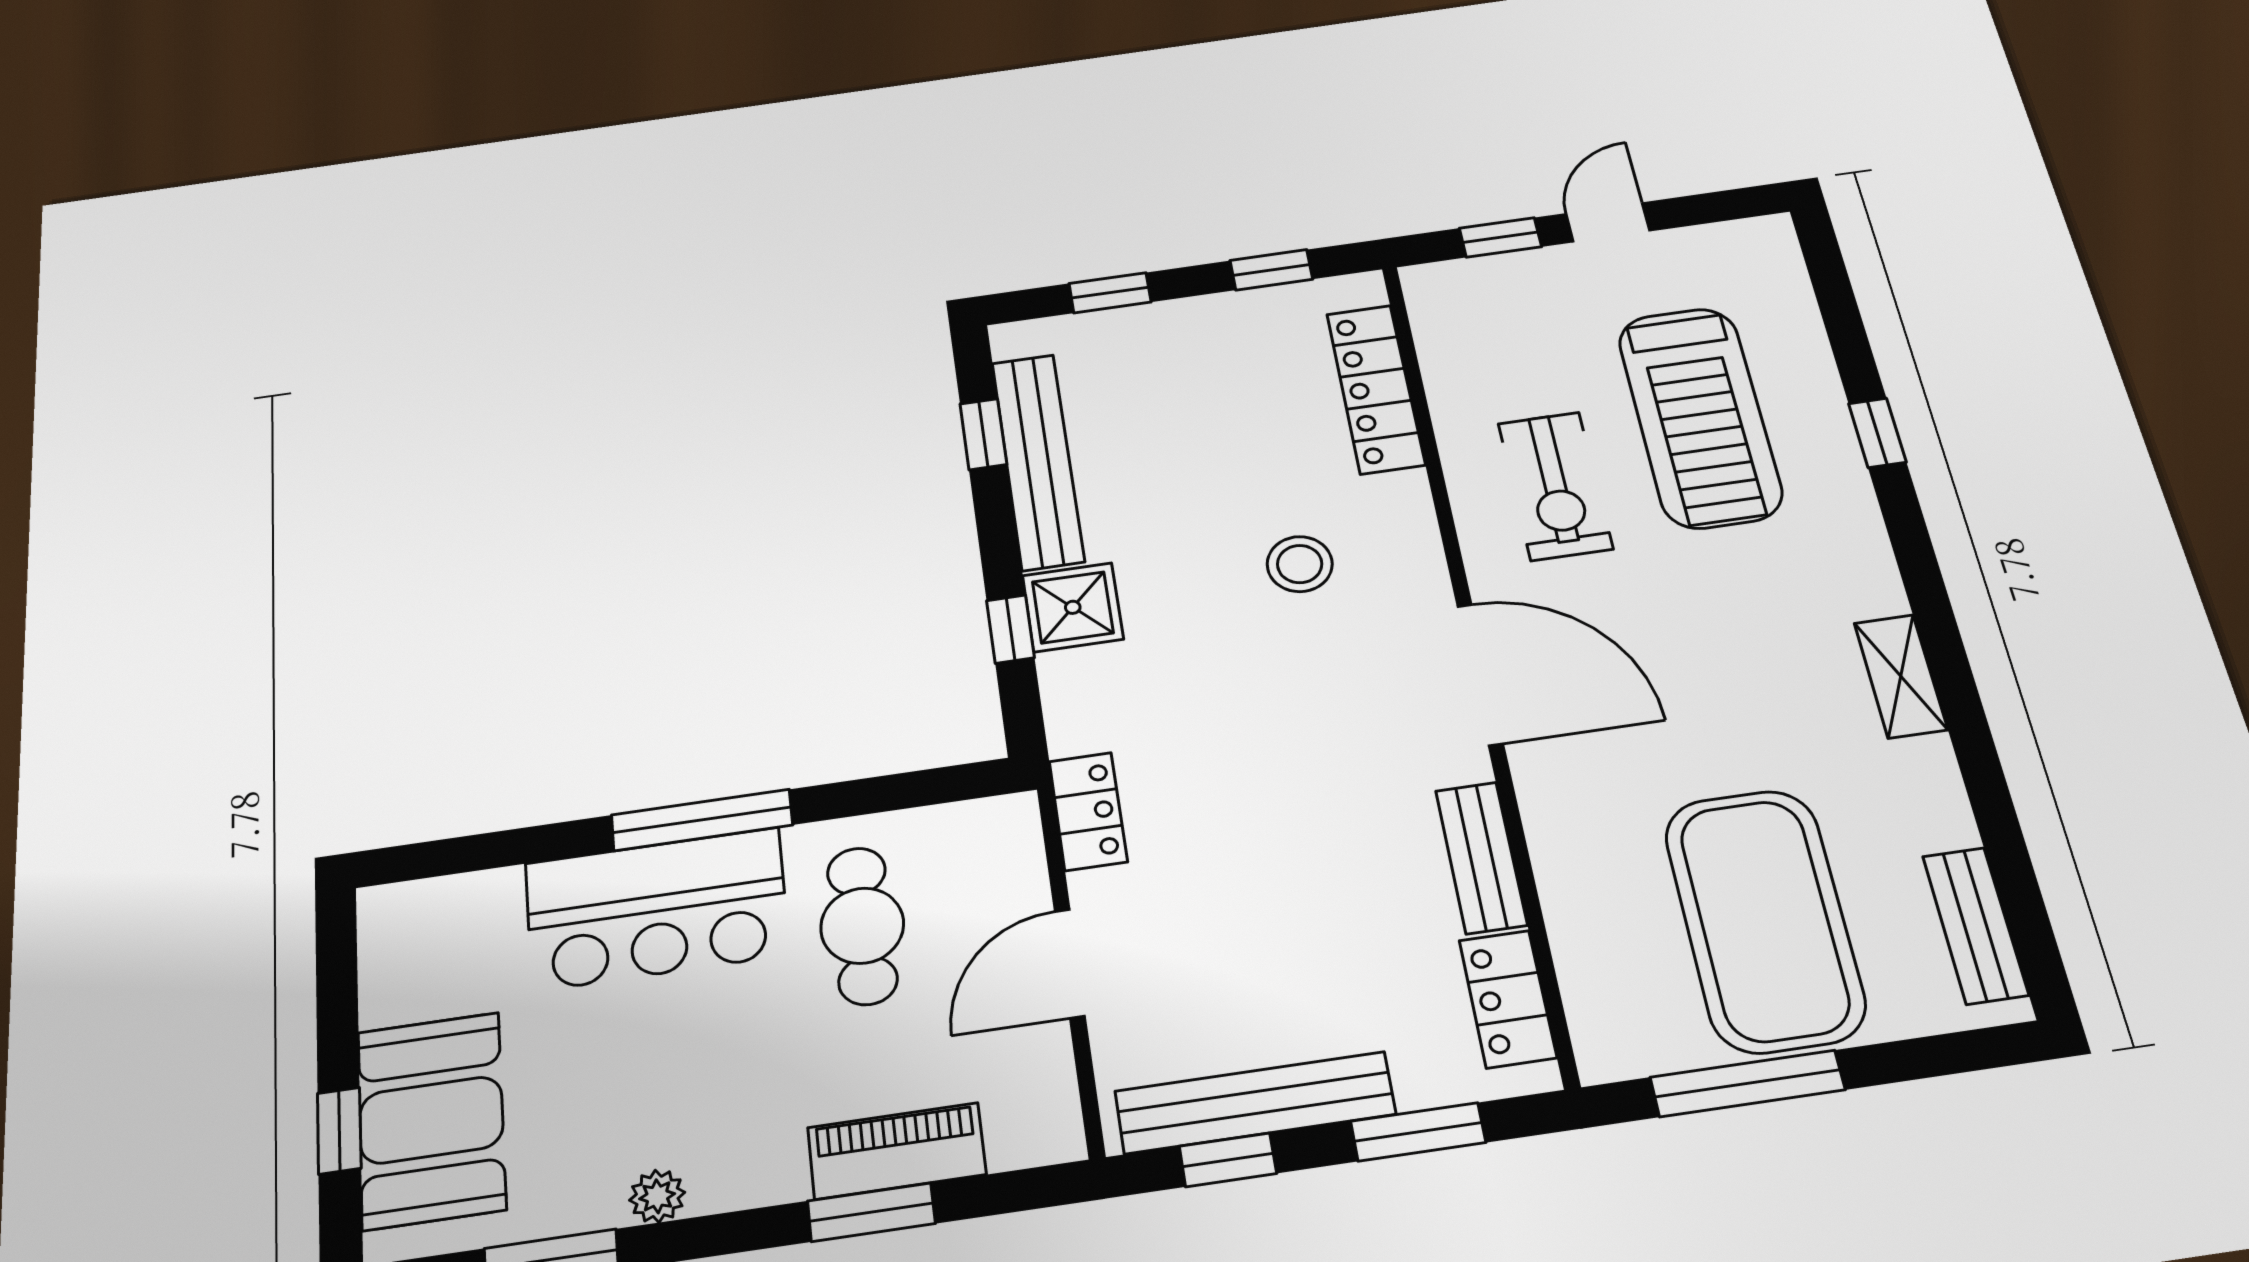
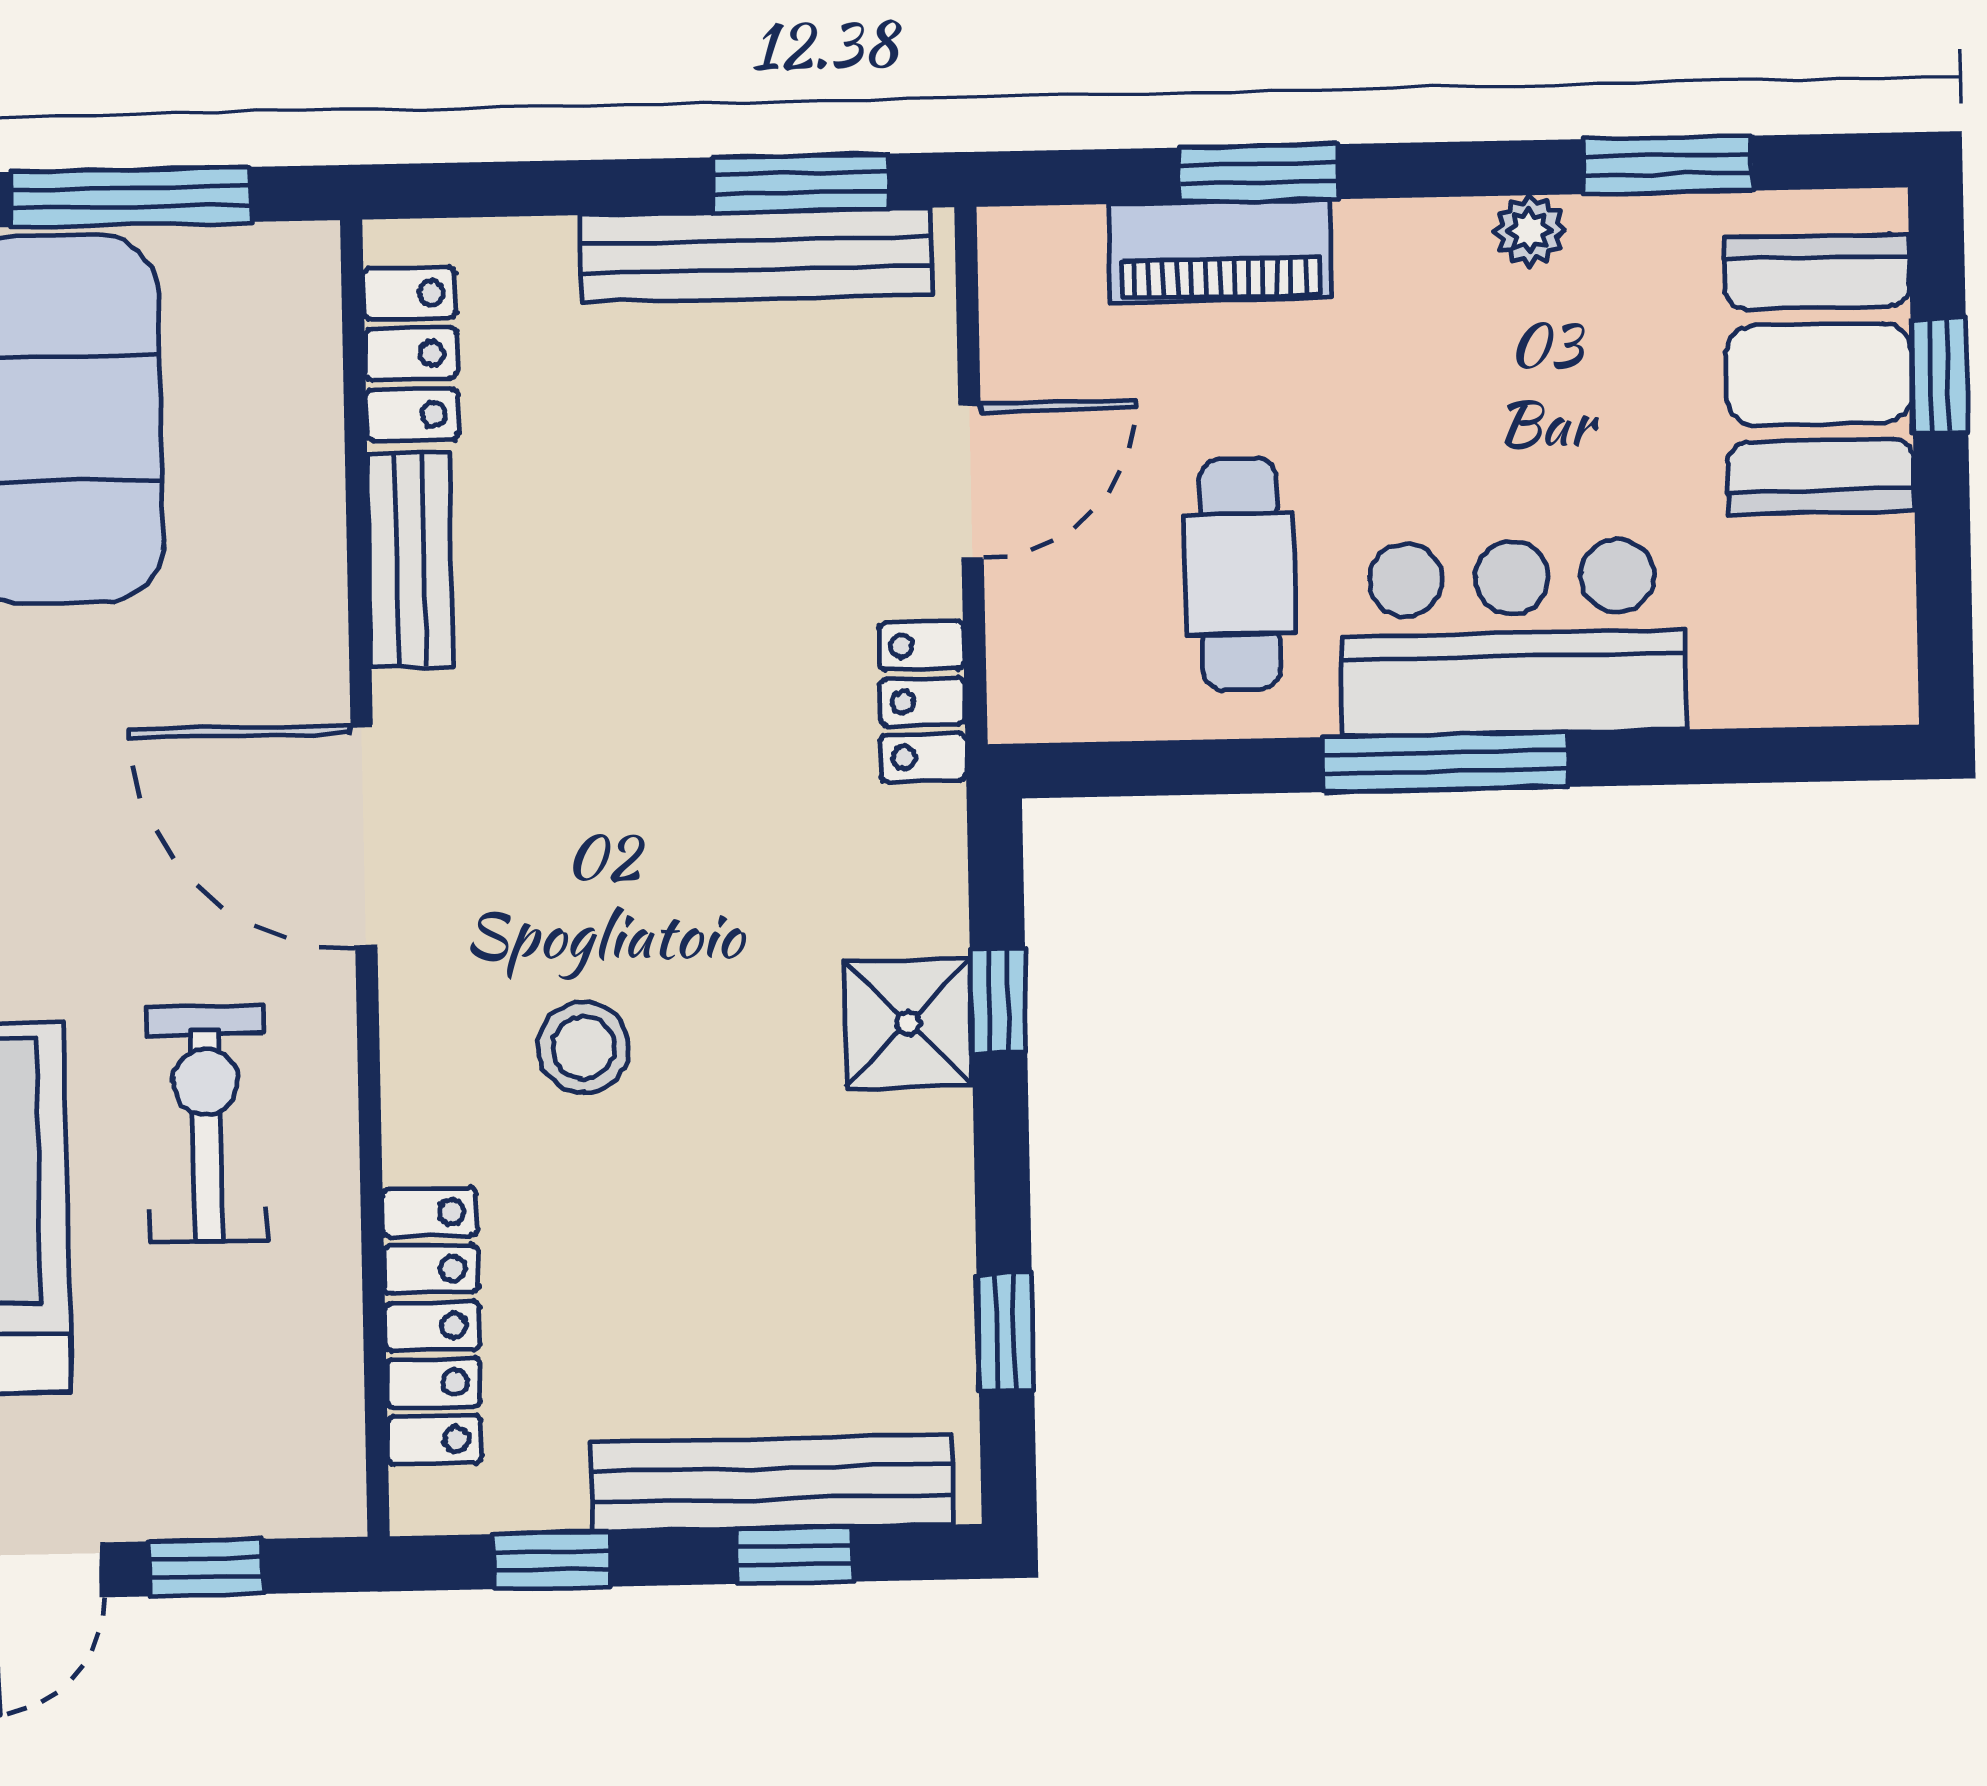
bench: (1038, 461) -> (772, 1483), moved, turned 90
window: (1418, 1132) -> (556, 188), removed
window: (1228, 1160) -> (801, 183), width x1.50

